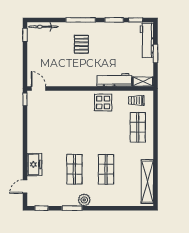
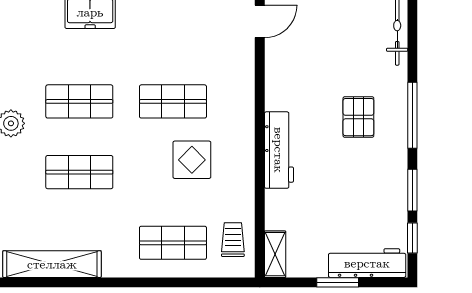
pallet: (81, 44) -> (358, 117), turned 90
workbench: (114, 80) -> (279, 150), moved
display table: (103, 103) -> (192, 160), moved
shop shelf: (74, 127) -> (173, 101), added

